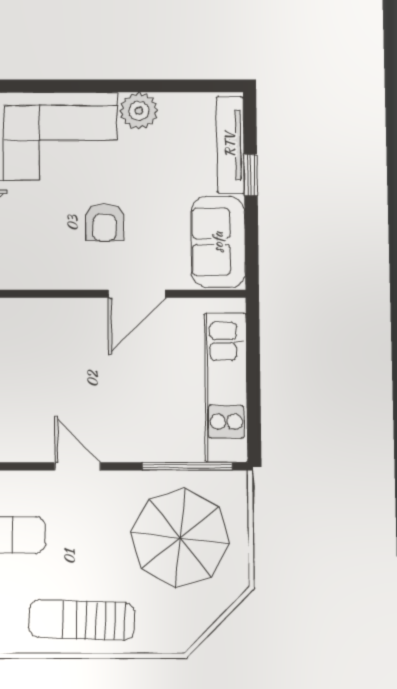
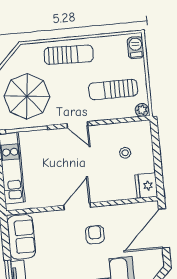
armchair: (104, 222) -> (95, 235), moved
door: (137, 294) -> (77, 206), moved

